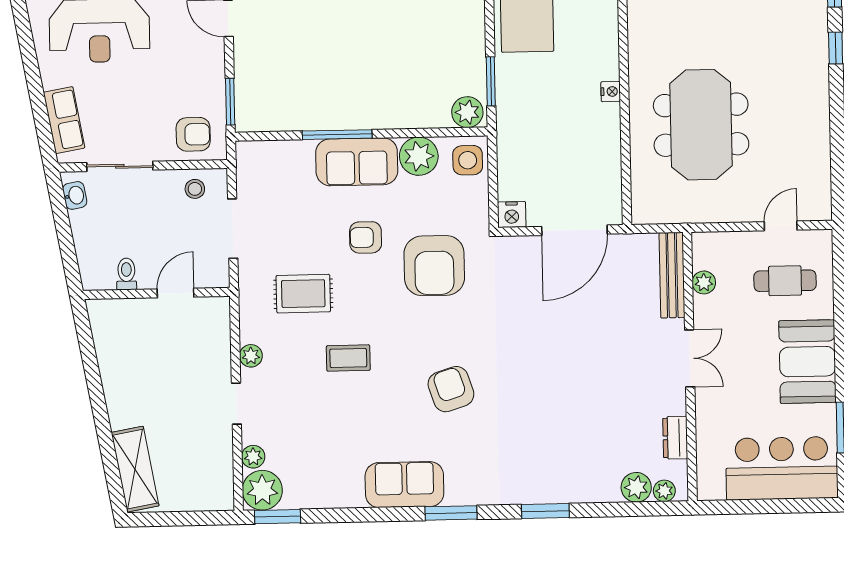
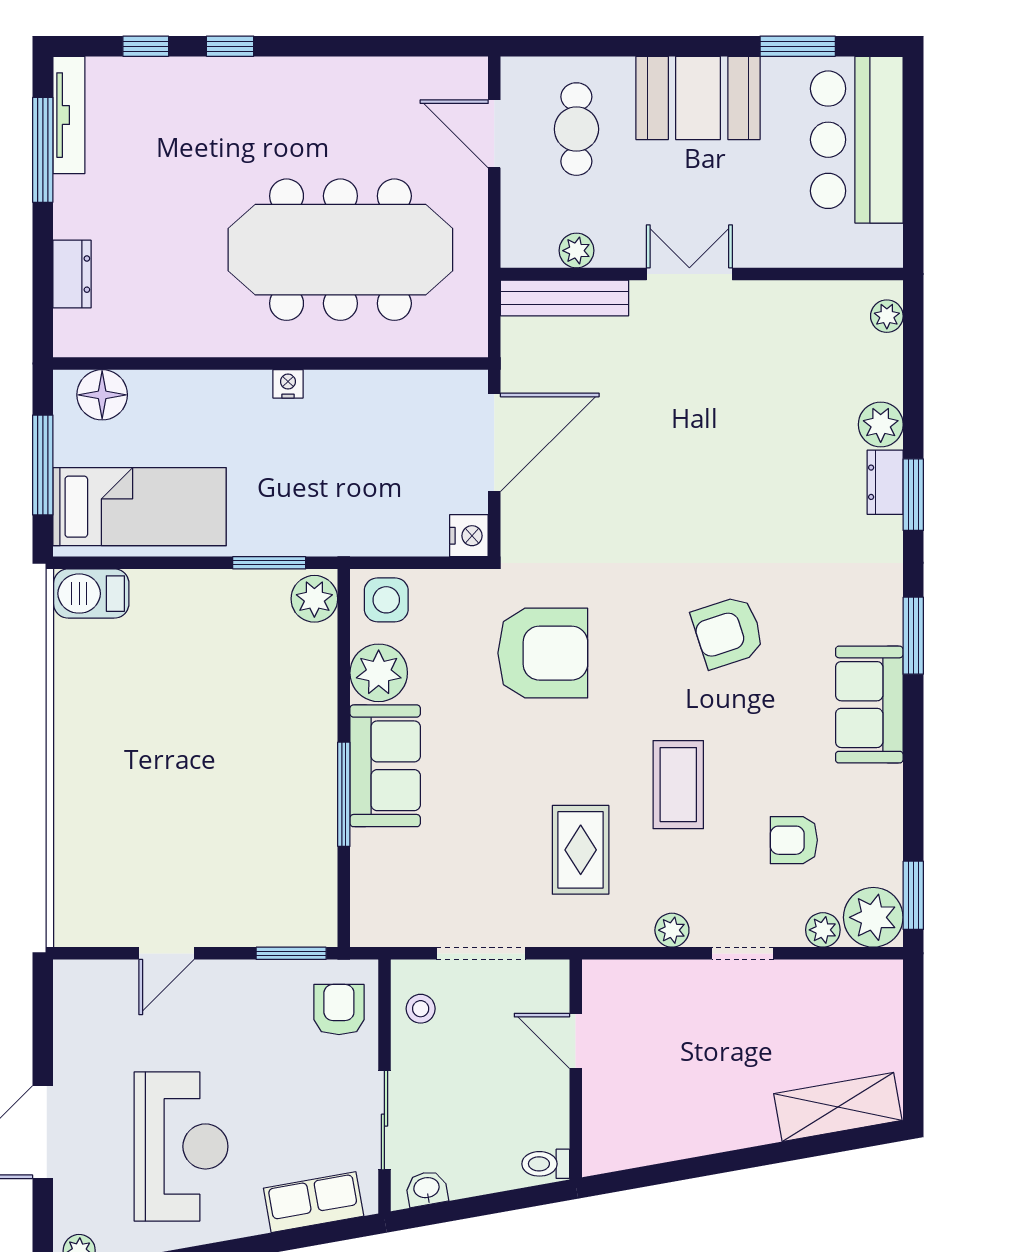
meeting table: (701, 125) -> (340, 250), width x1.36
door: (781, 226) -> (494, 134), width x1.38
door: (574, 230) -> (494, 442), hinge flipped
armchair: (366, 237) -> (794, 840), moved, turned 90
toilet: (126, 274) -> (546, 1164), moved
coffee table: (348, 358) -> (678, 785), width x1.36, depth x1.30
dresser: (675, 438) -> (885, 482), moved, turned 90
plant: (636, 487) -> (881, 425), moved

